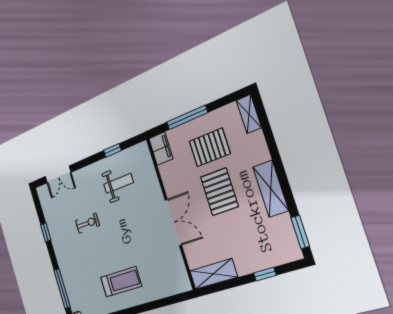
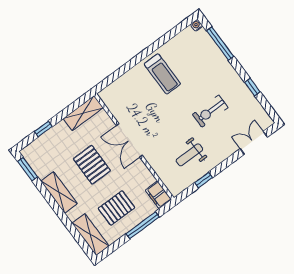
shelving: (249, 114) -> (90, 235), width x1.50, depth x1.33
pallet: (219, 192) -> (92, 165), moved
exercise bike: (88, 223) -> (210, 111), width x1.38, depth x1.39
treadmill: (121, 282) -> (162, 74), turned -90

